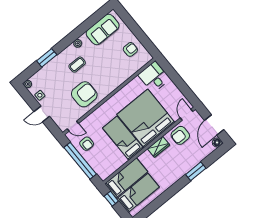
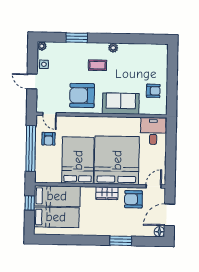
sofa: (103, 29) -> (121, 104), moved, turned 180
armchair: (84, 94) -> (82, 95), turned 180
bed: (123, 138) -> (78, 160), width x1.50

